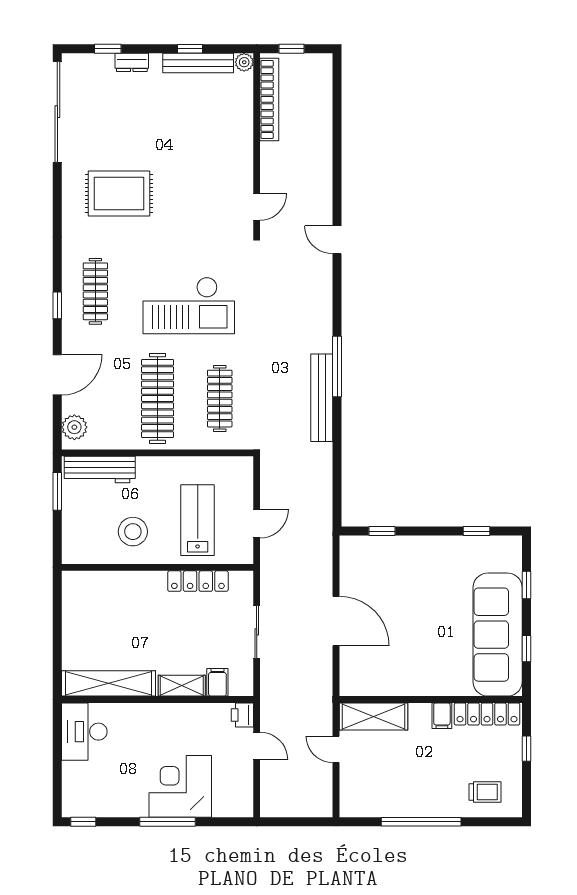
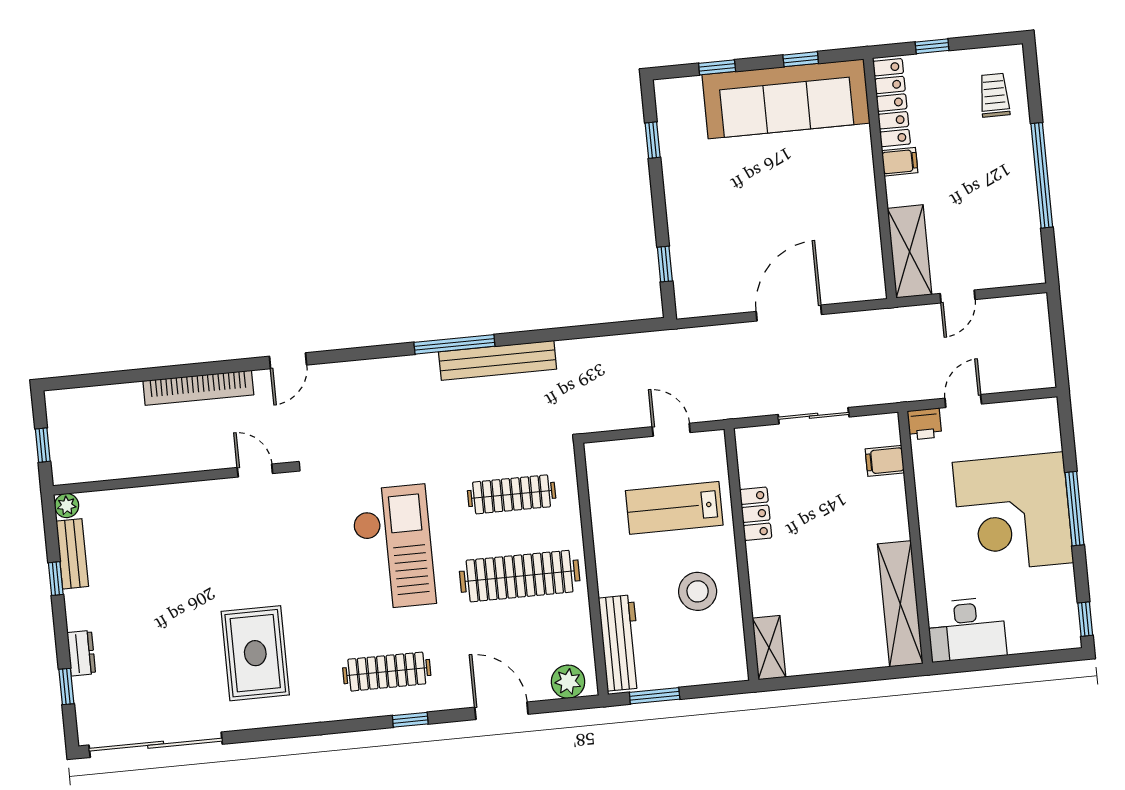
bench: (198, 63) -> (72, 554), width x0.73
bookcase: (269, 99) -> (198, 388), moved, turned 180
locker: (198, 581) -> (756, 514), width x0.66
shelving: (182, 686) -> (769, 648), moved
corner desk: (180, 786) -> (1013, 512), width x1.36, depth x1.36

